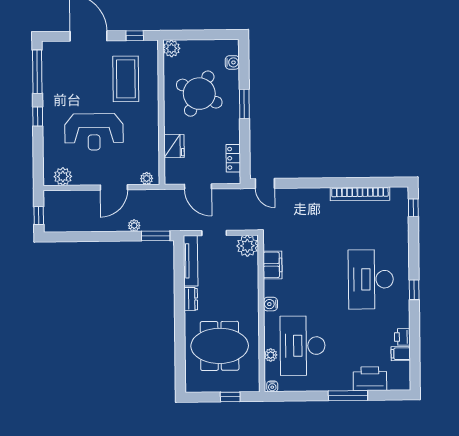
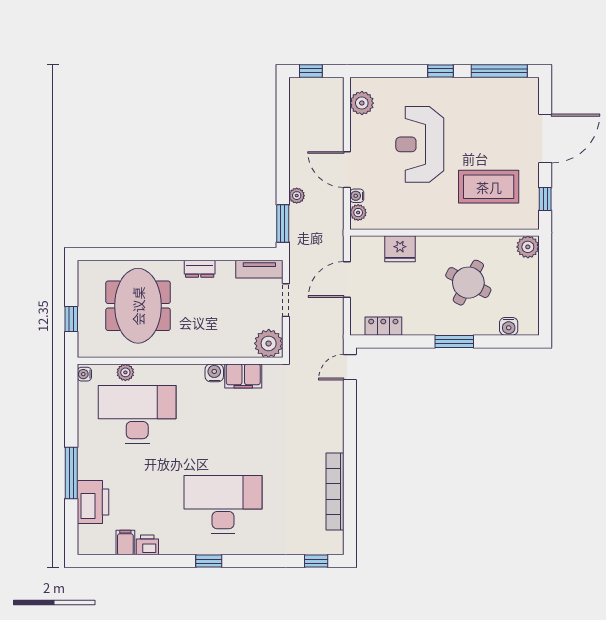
round table: (199, 94) -> (468, 283), width x0.73, depth x0.73
water cooler: (134, 180) -> (357, 196), added
tv unit: (191, 261) -> (259, 269), width x0.71
water cooler: (270, 304) -> (214, 373), moved

